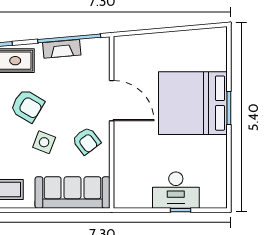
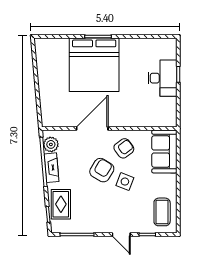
plant: (91, 48) -> (51, 144), added
armchair: (27, 106) -> (102, 170), moved
sofa: (73, 193) -> (164, 151), width x0.73

